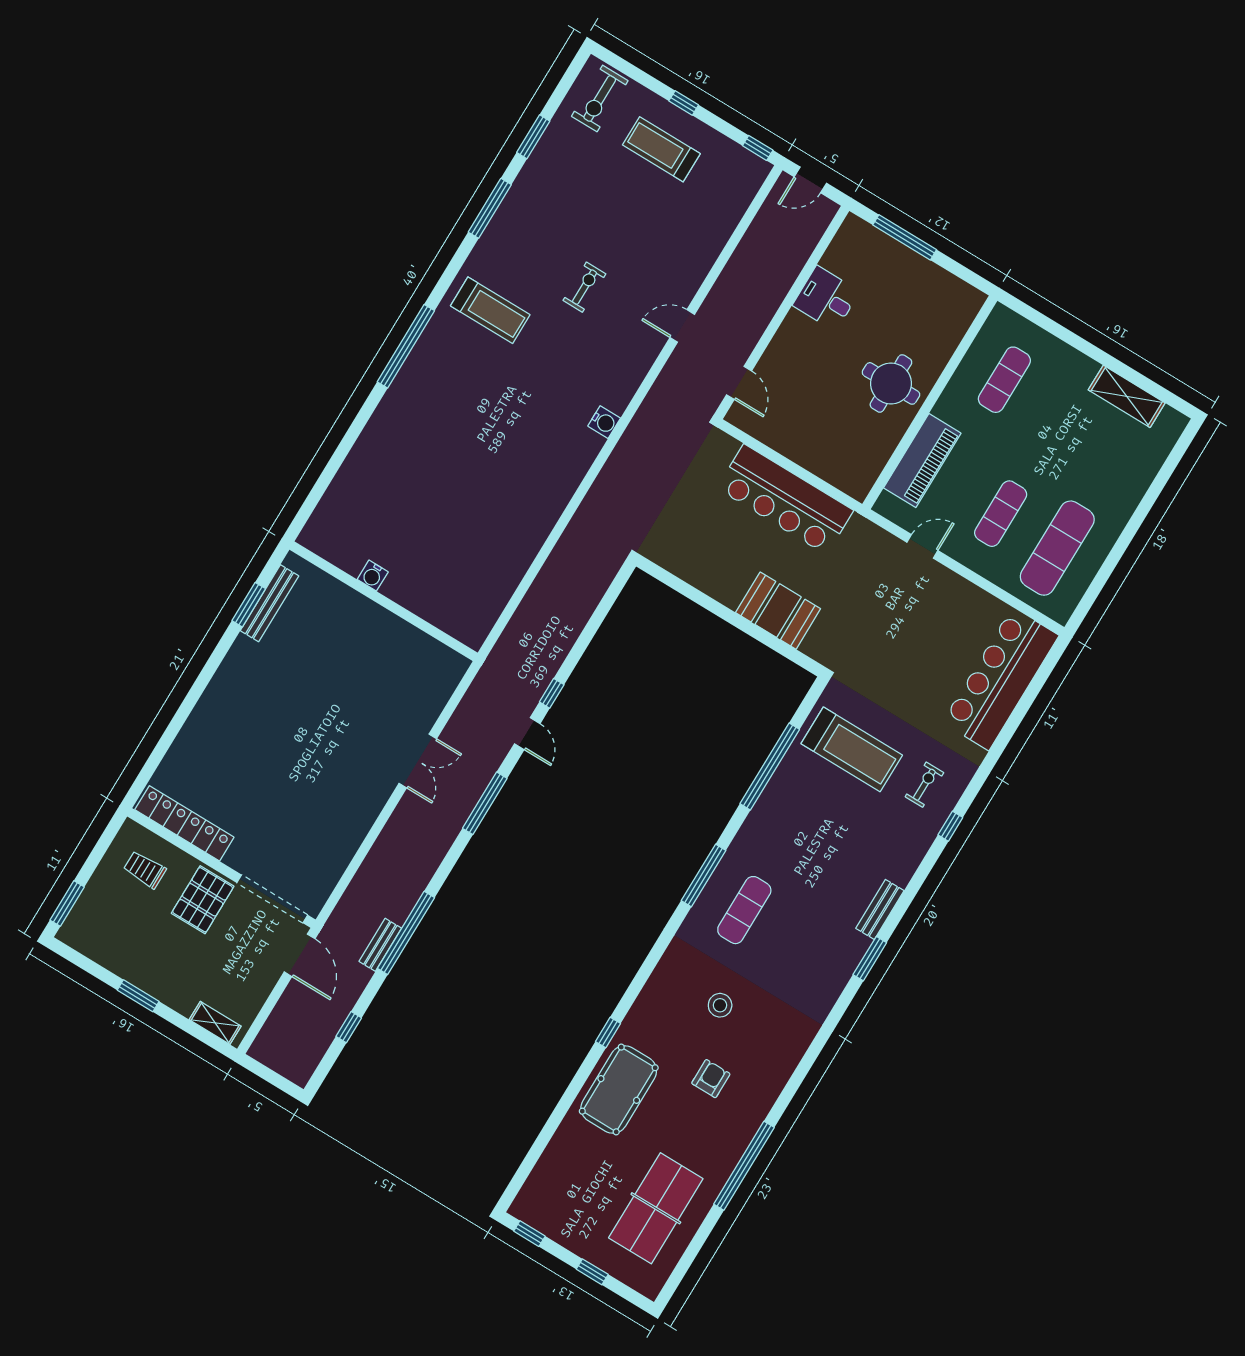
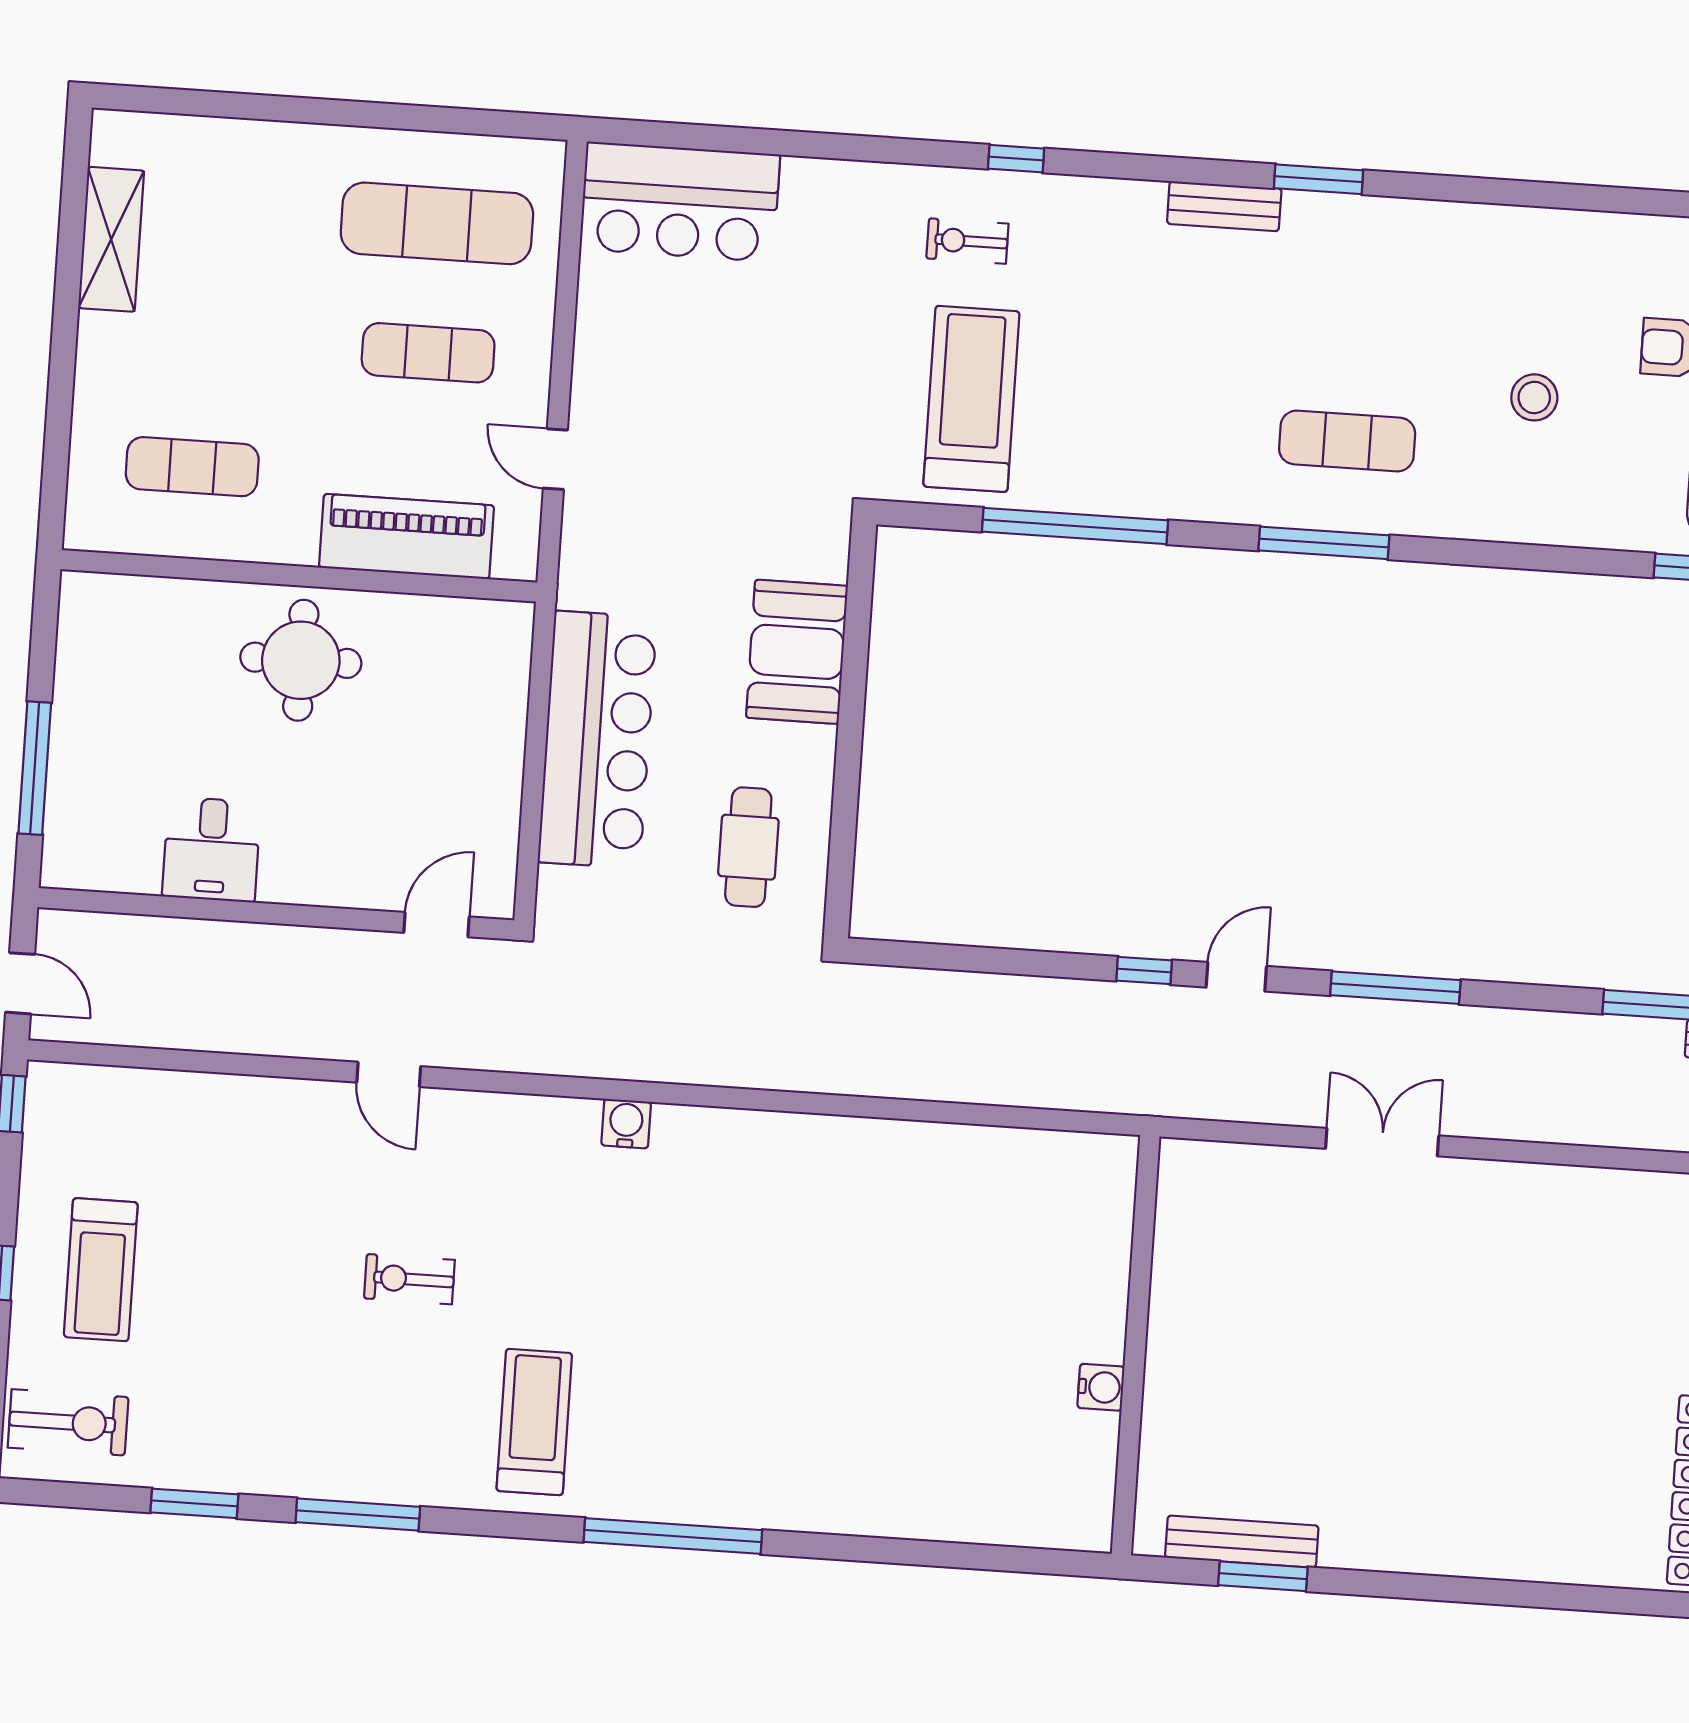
cafe table: (701, 543) -> (748, 847), added
bar counter: (1001, 679) -> (680, 202), width x0.73

